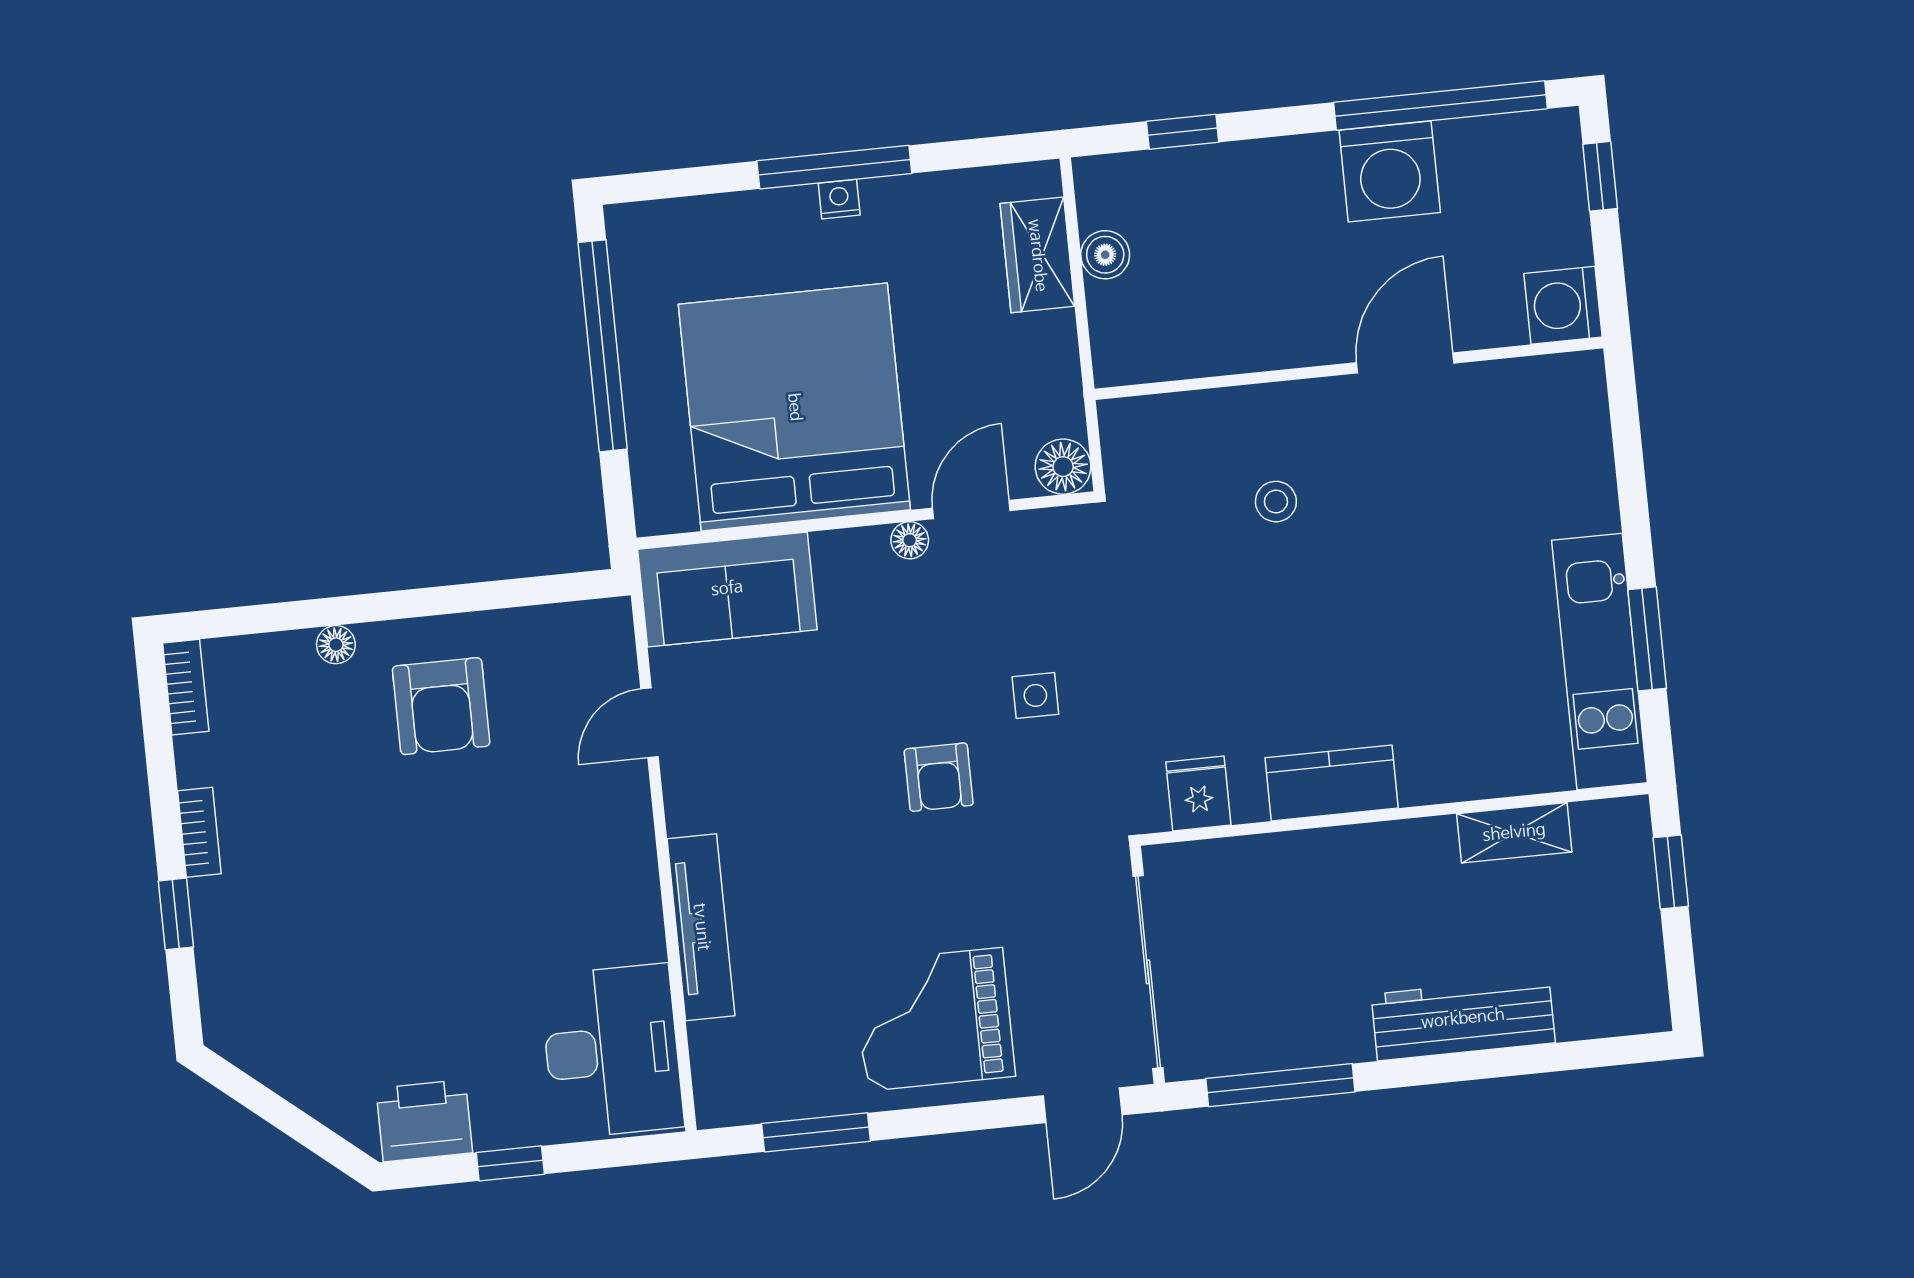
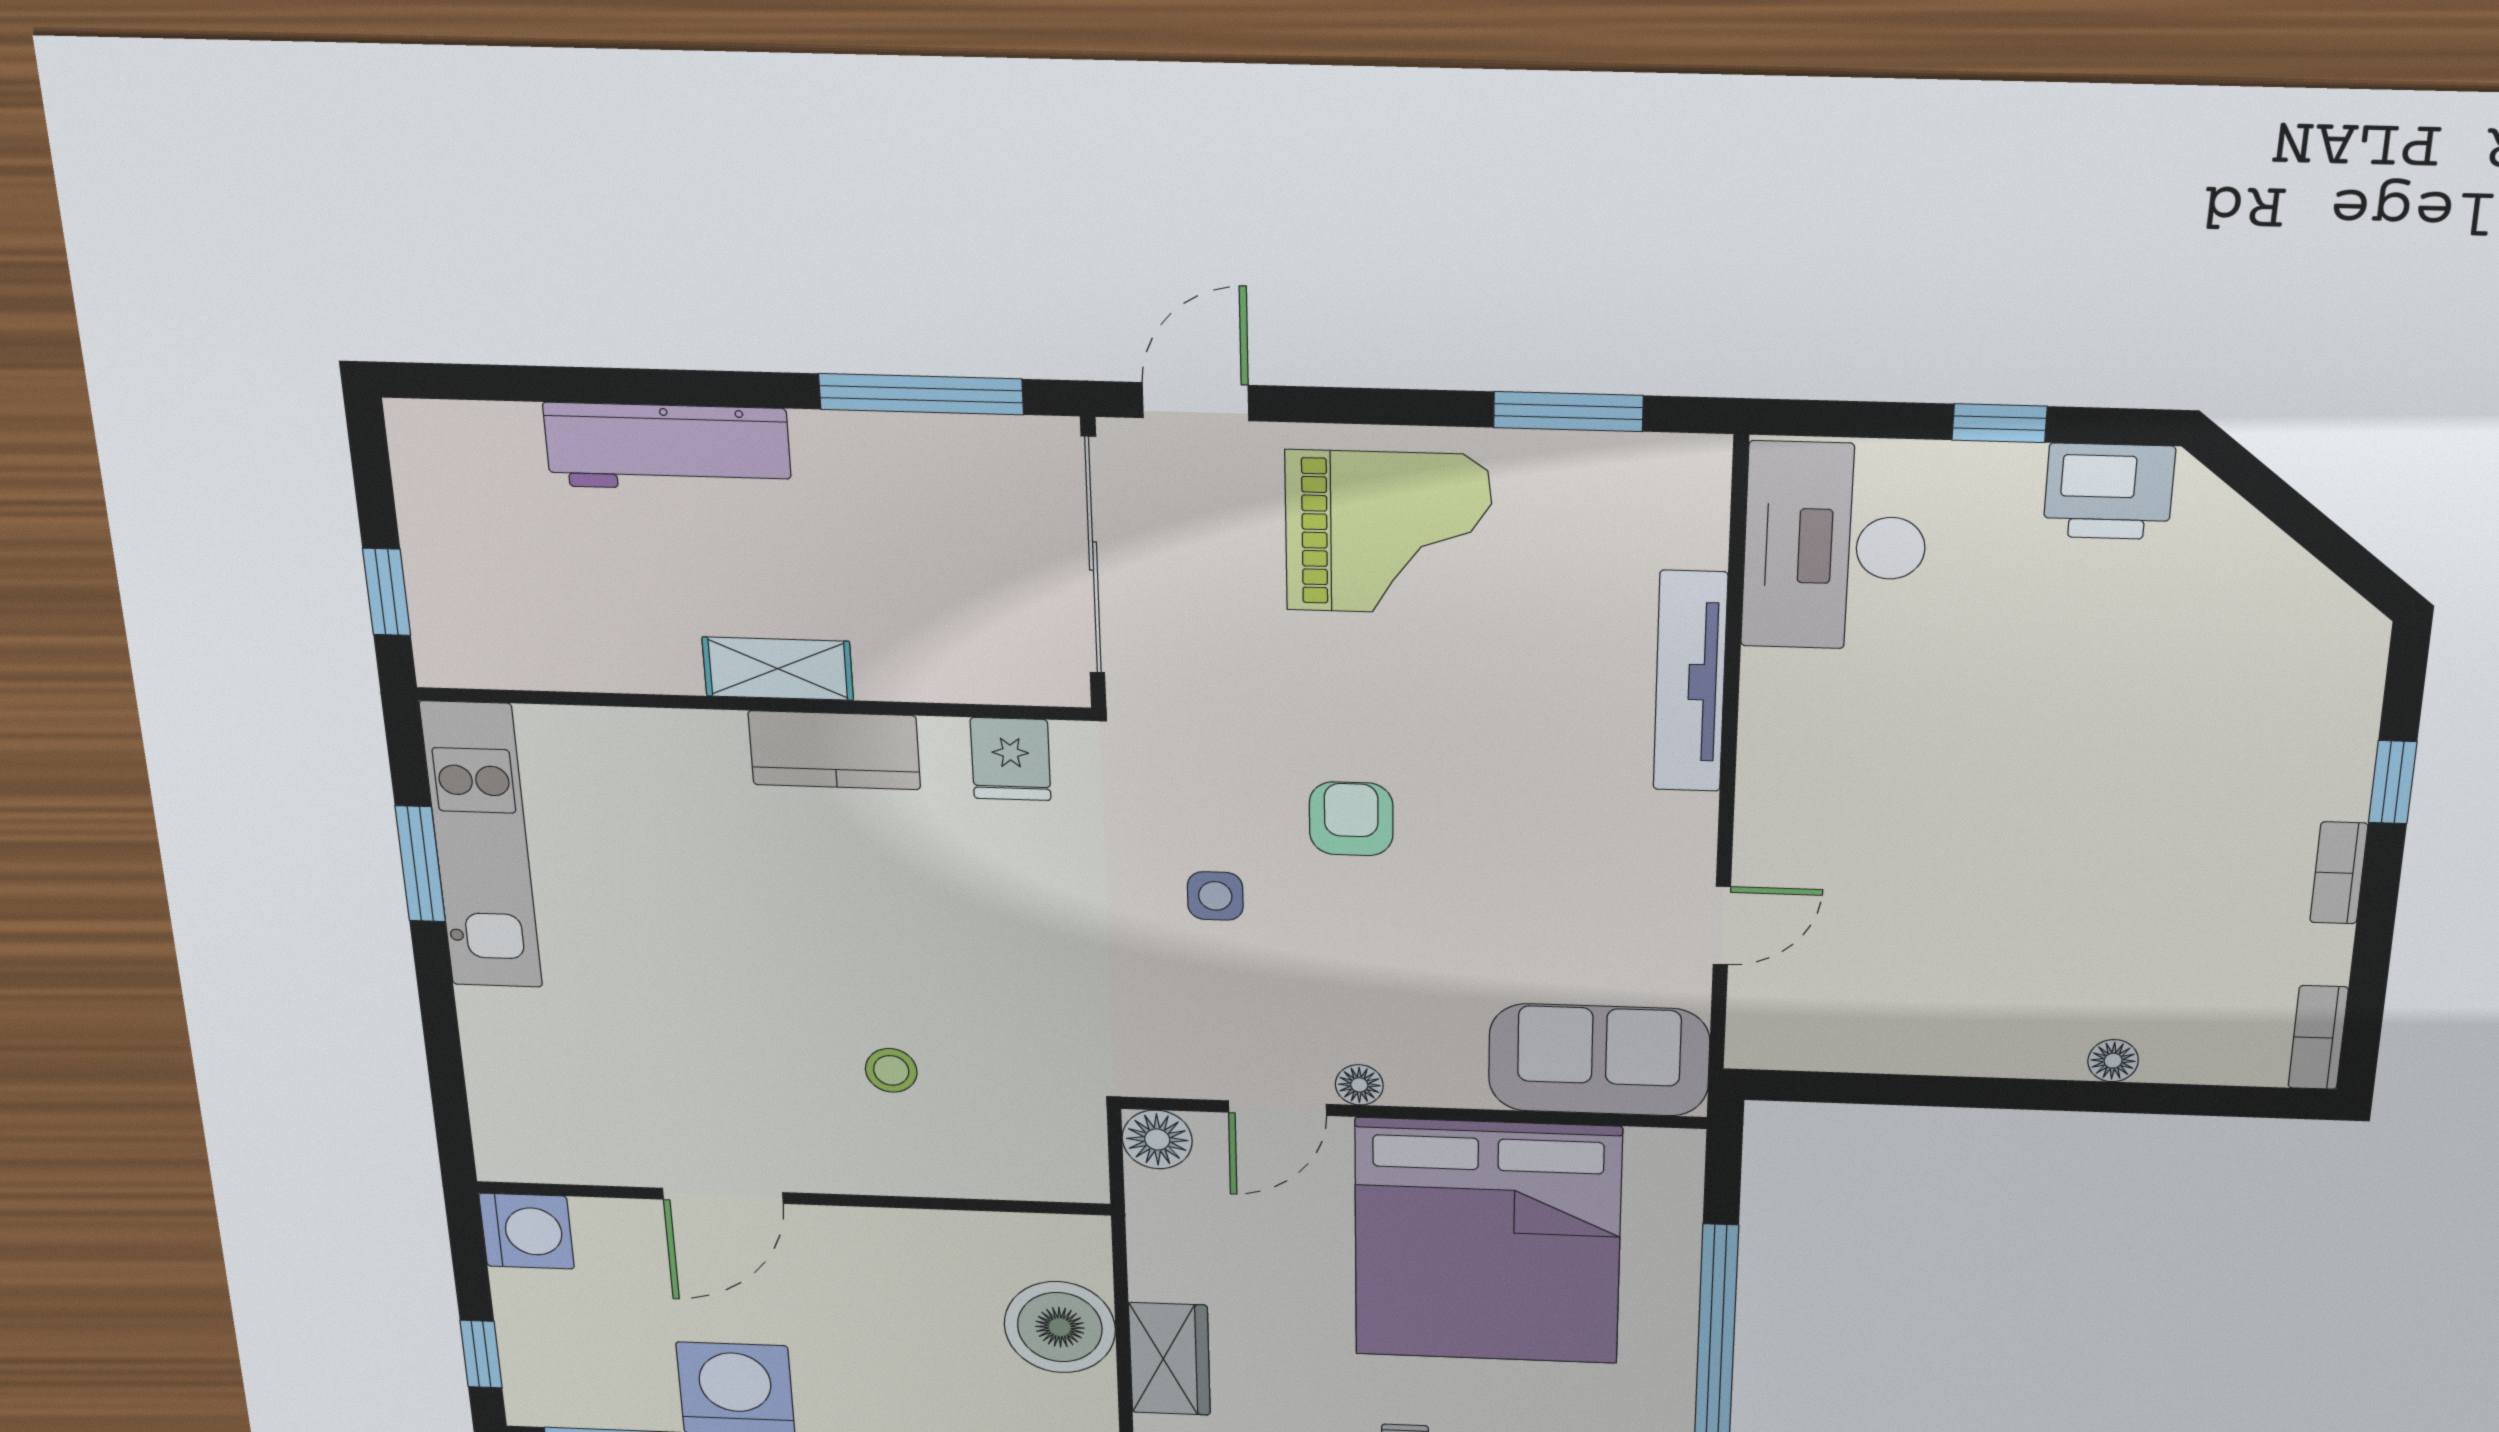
boiler: (1105, 255) -> (1060, 1327), width x1.86, depth x1.86
armchair: (441, 706) -> (1990, 977), removed
shelving: (1514, 833) -> (778, 669), moved

